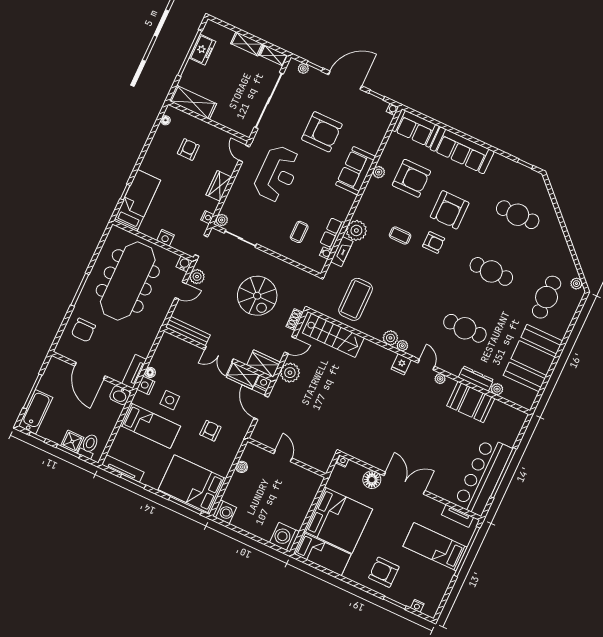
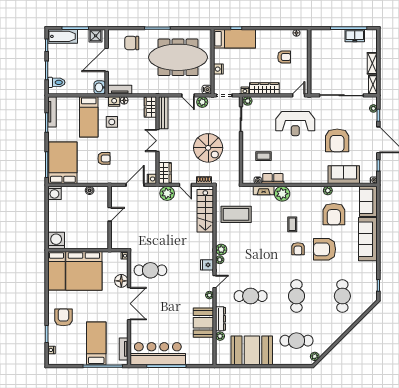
shelving: (193, 102) -> (317, 45), removed
sofa: (356, 171) -> (344, 175), moved
wardrobe: (219, 186) -> (264, 88), width x1.50
spiral stairs: (257, 296) -> (208, 148), turned -90
cafe table: (465, 328) -> (251, 296), turned 90
wardrobe: (243, 376) -> (150, 107), moved
cafe table: (375, 437) -> (150, 270), added
shower: (72, 442) -> (96, 36), moved

